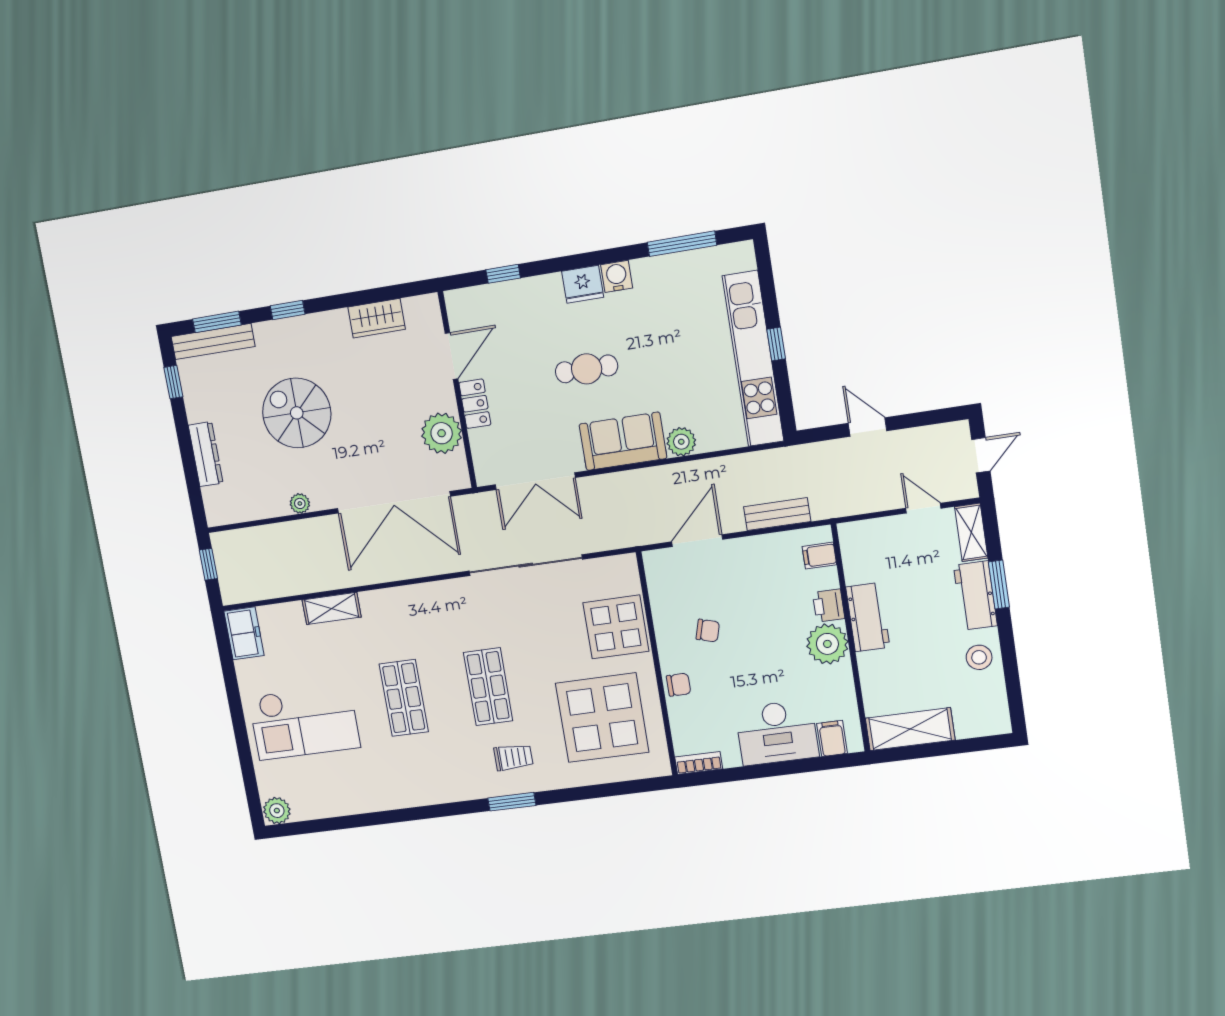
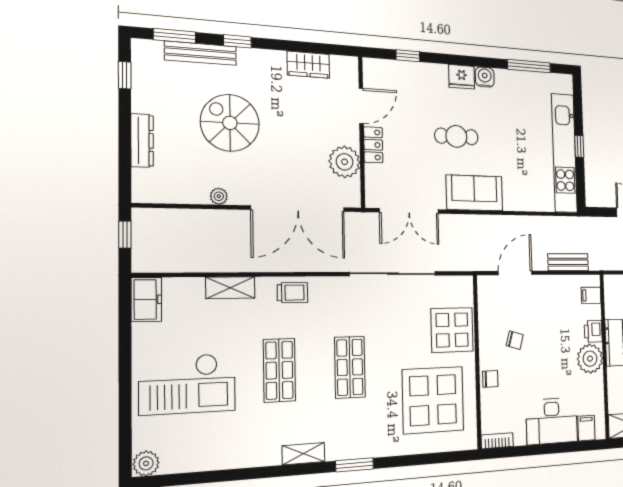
bench: (213, 342) -> (201, 53), moved
plant: (681, 442) -> (513, 201), removed
trolley: (513, 757) -> (292, 293), moved
shelving: (448, 792) -> (304, 454), added

